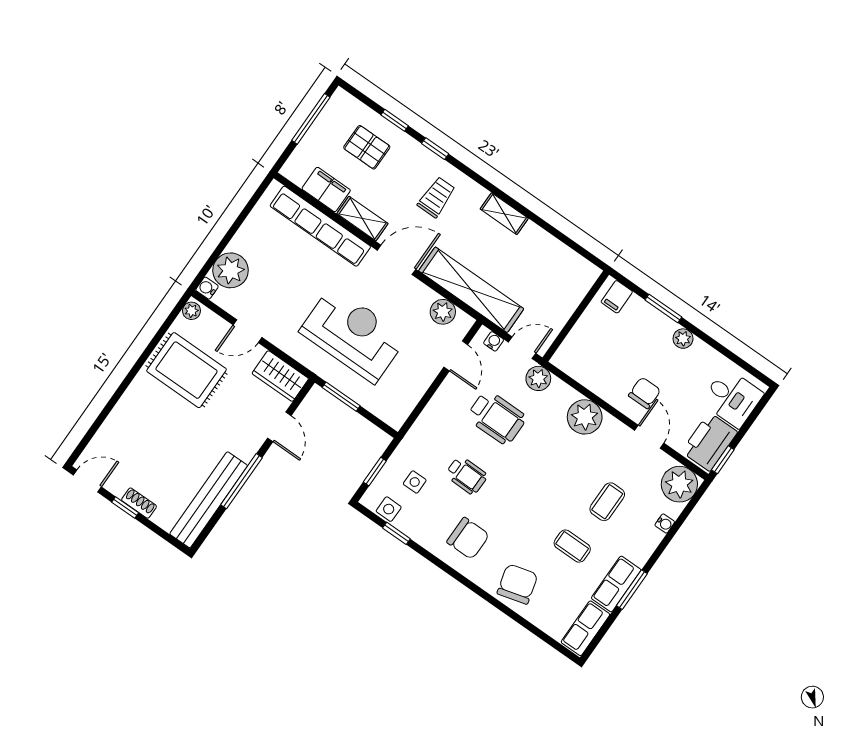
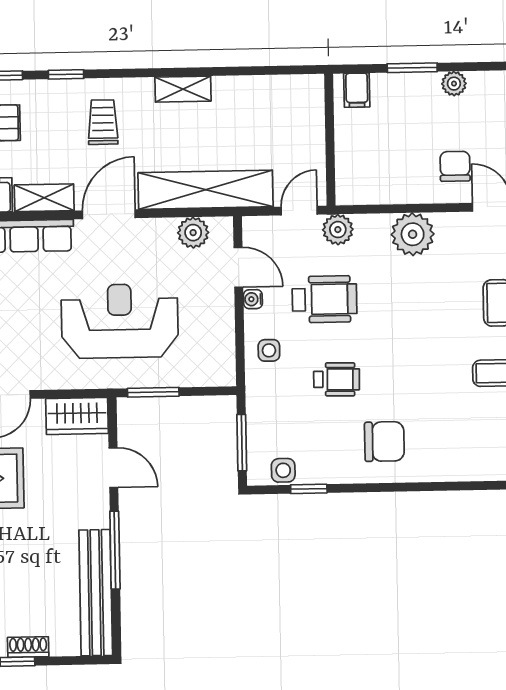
water cooler: (494, 341) -> (253, 299), moved, turned -90
window: (375, 472) -> (242, 443), width x1.50
side table: (415, 482) -> (269, 350), moved
chair: (517, 584) -> (467, 451), removed

